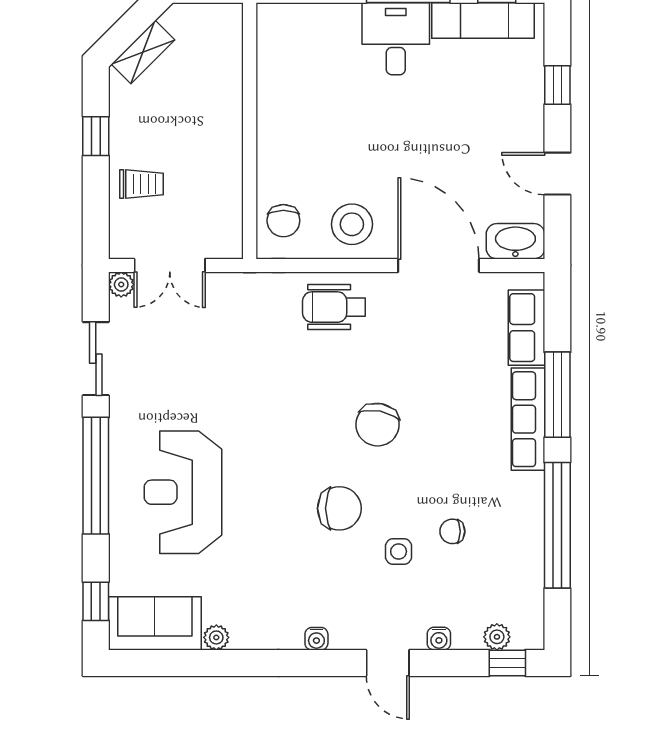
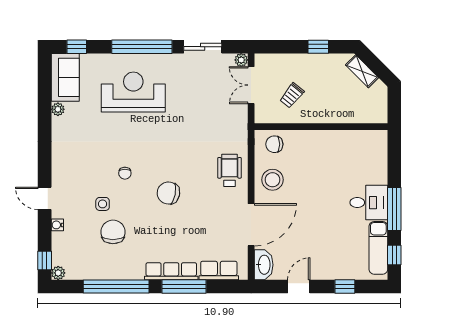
trolley: (142, 184) -> (292, 95), moved, turned 39
chair: (339, 508) -> (125, 173), width x0.54, depth x0.54
chair: (452, 531) -> (113, 232), width x1.87, depth x1.87
plant: (497, 637) -> (58, 273), moved
water cooler: (316, 639) -> (57, 161), removed
door: (388, 663) -> (45, 198), hinge flipped

